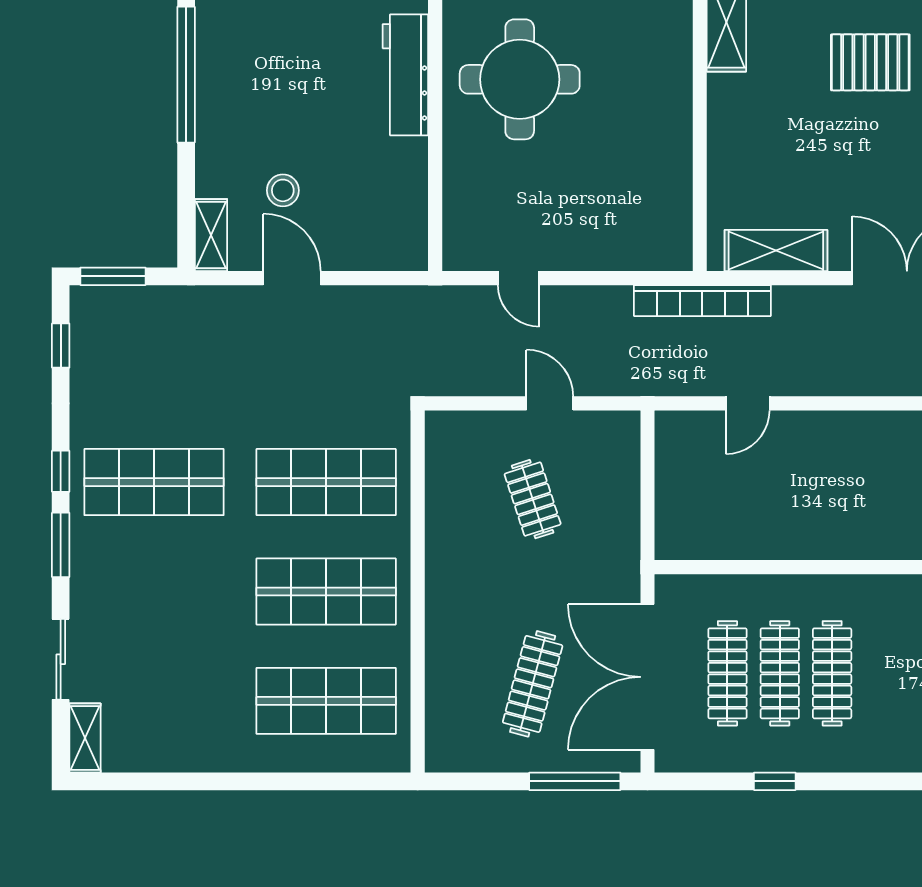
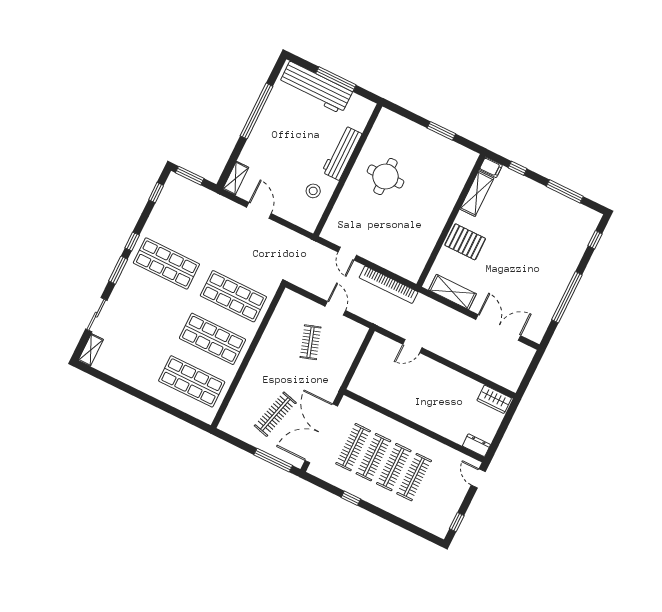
pallet: (870, 62) -> (465, 242), moved
round table: (520, 79) -> (385, 176), width x0.73, depth x0.73
stool: (283, 190) -> (313, 191), moved
bookcase: (702, 301) -> (389, 285), moved
clothes rail: (884, 673) -> (414, 477), added

